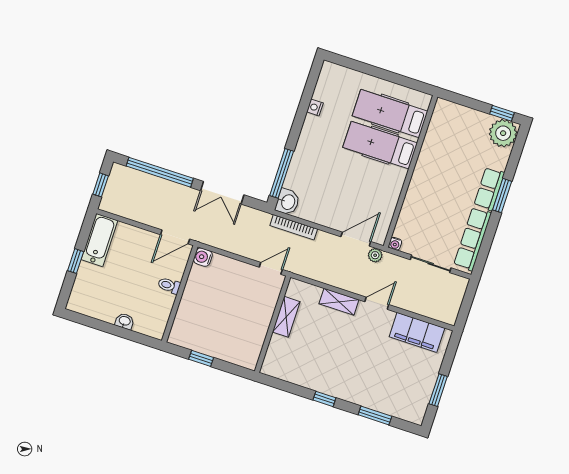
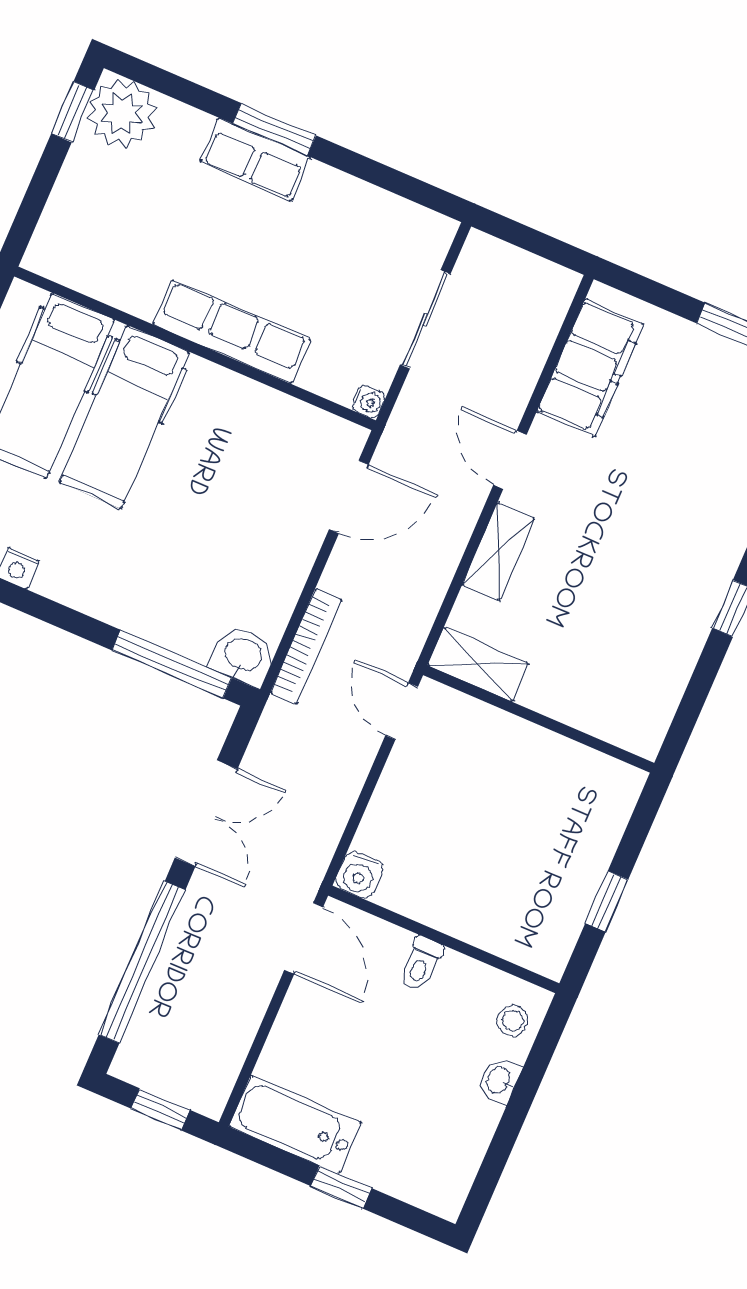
door: (356, 239) -> (349, 497), swing flipped
row of seats: (473, 239) -> (232, 332), moved, turned 180
plant: (375, 255) -> (392, 453), removed
shelving: (286, 317) -> (478, 664), moved
stool: (149, 324) -> (512, 1021), added

